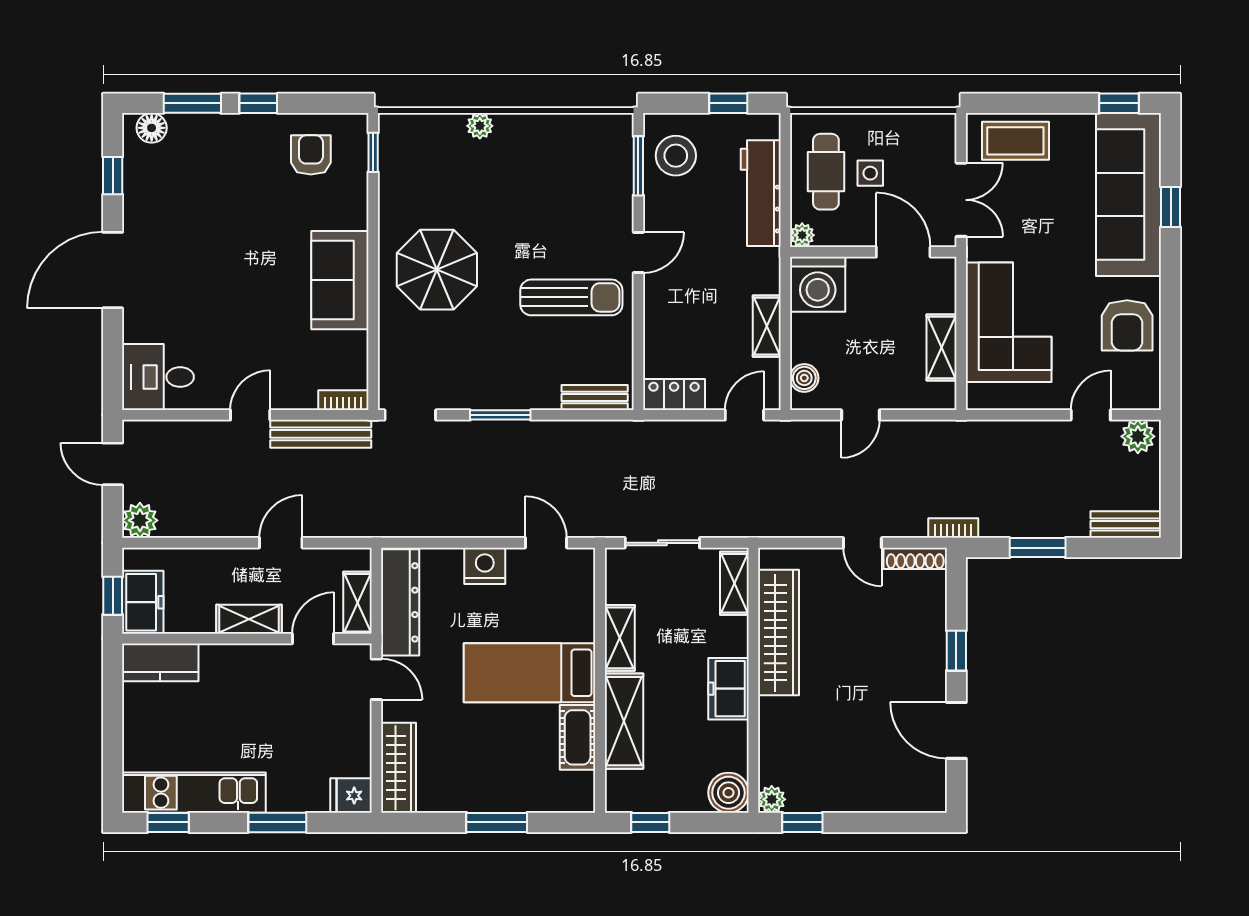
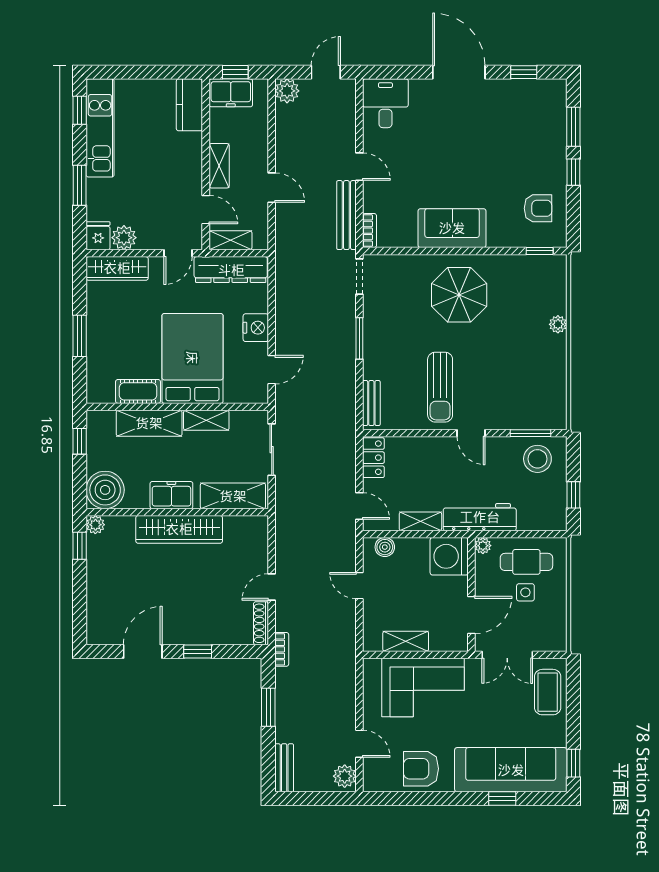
floor lamp: (152, 128) -> (557, 99), removed
workbench: (761, 193) -> (480, 517), moved
shelving: (734, 583) -> (233, 496), width x1.50, depth x1.33
wardrobe: (779, 633) -> (179, 529), moved
bed: (530, 673) -> (192, 358), width x1.50
plant: (354, 758) -> (124, 238), added
boiler: (728, 793) -> (105, 490), width x1.37, depth x1.37

